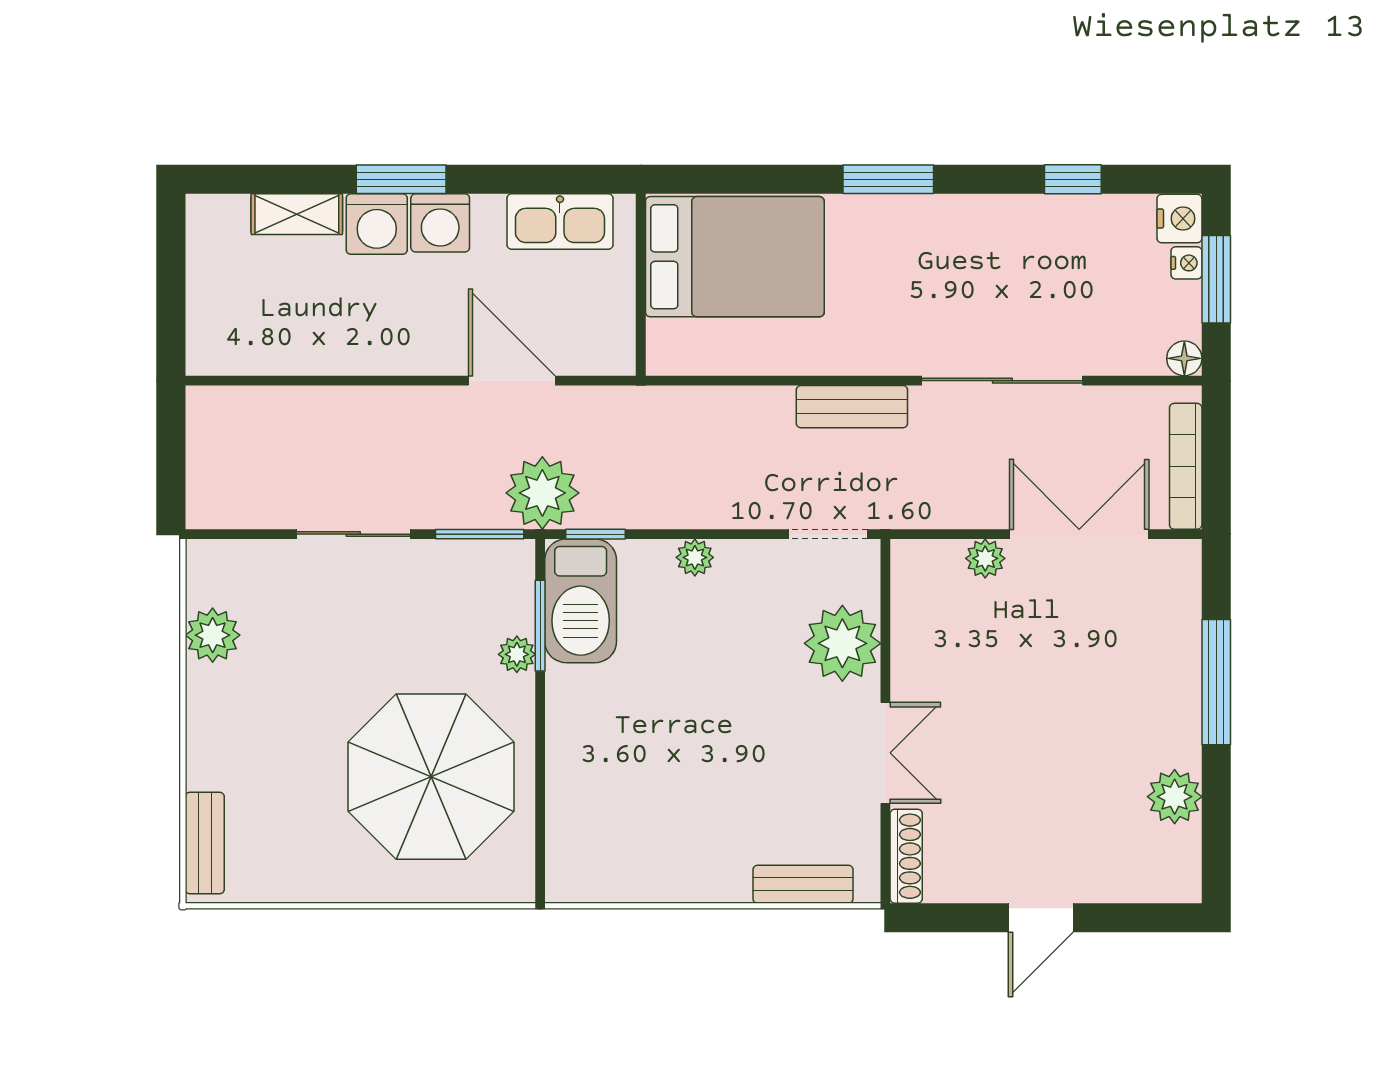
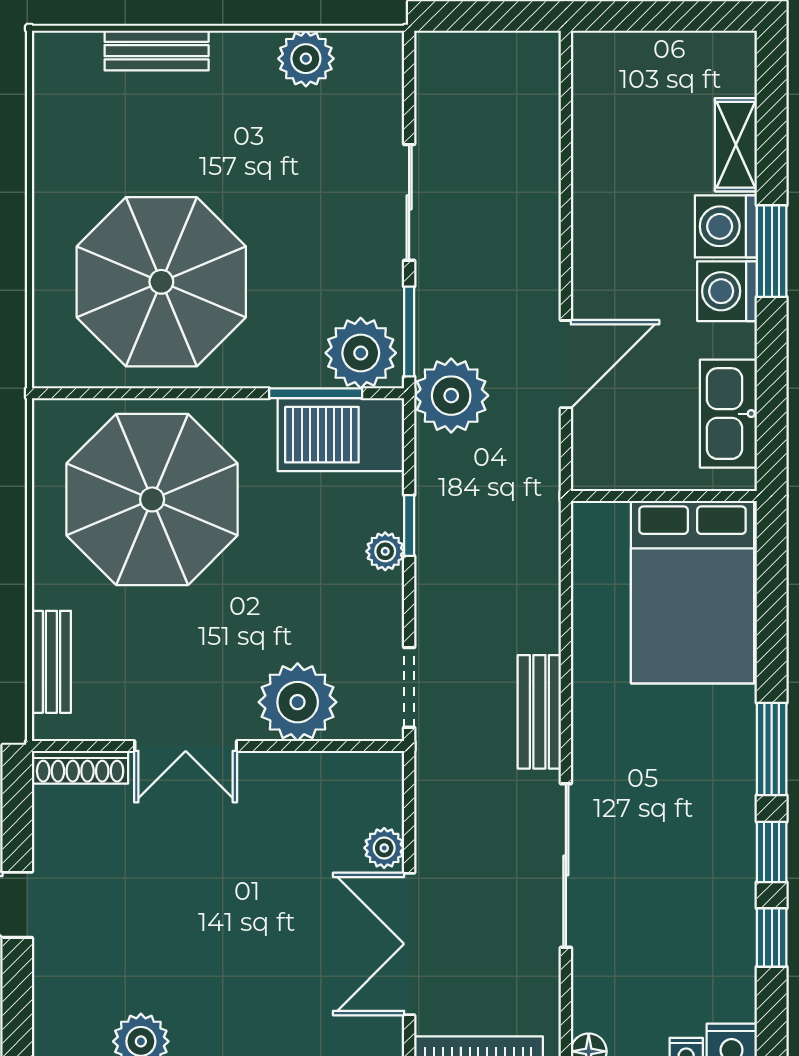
window: (989, 179) -> (772, 852), added
window: (596, 534) -> (409, 526), moved
double door: (1079, 534) -> (409, 944), swing flipped
plant: (517, 654) -> (361, 353), moved, width x1.87, depth x1.87
parasol: (644, 786) -> (152, 499), added
bench: (205, 843) -> (157, 51), moved

